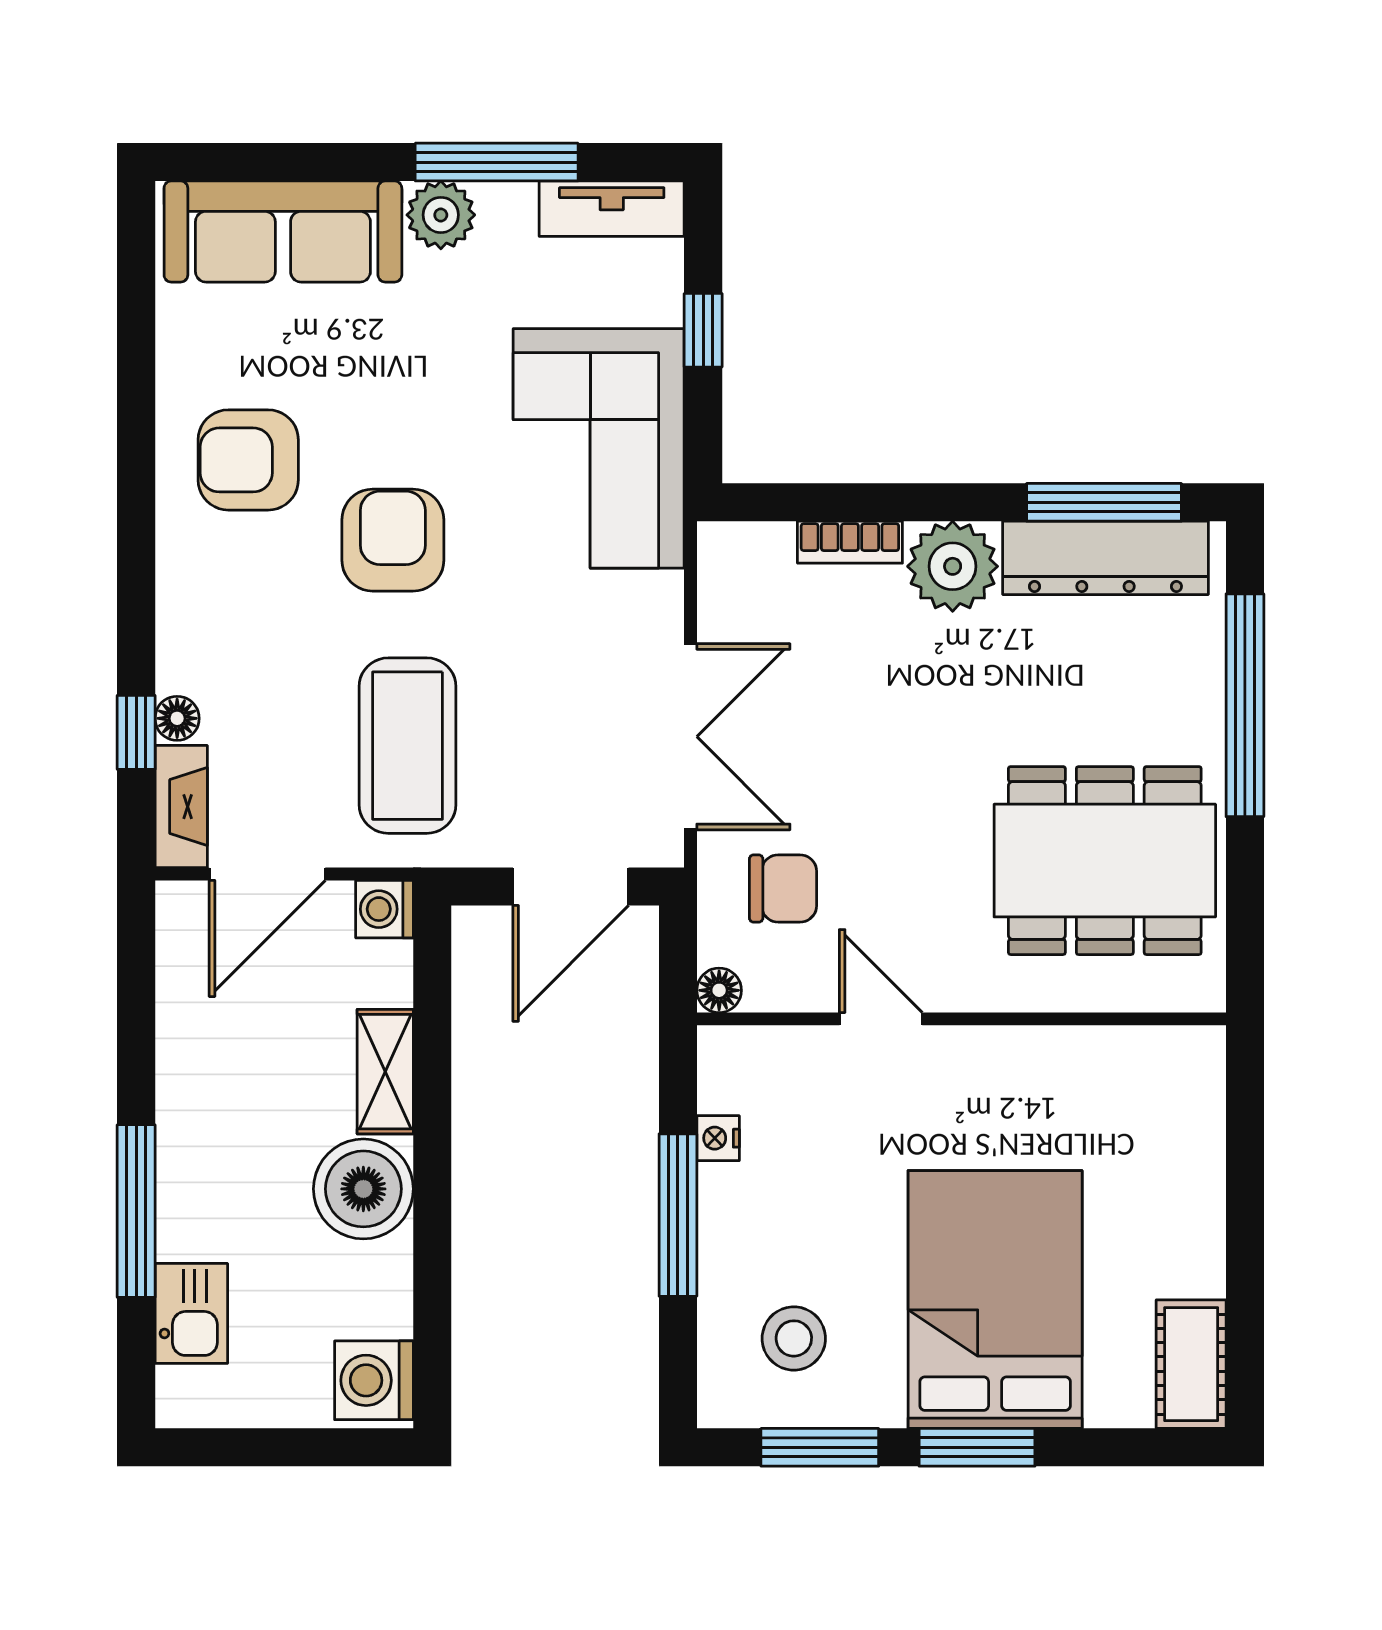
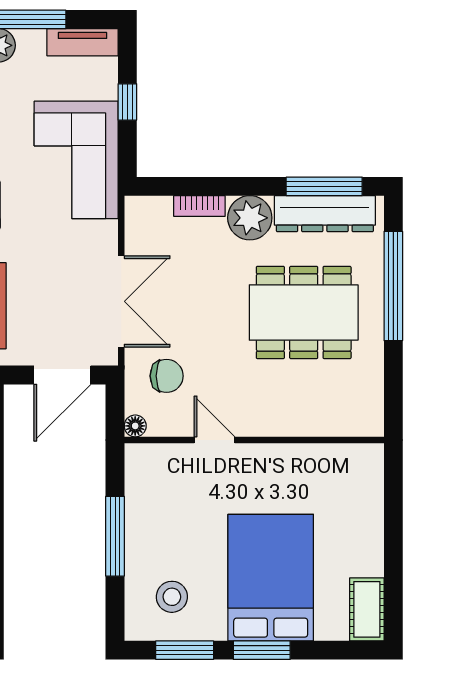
dining table: (1105, 861) -> (304, 312), moved
nightstand: (718, 1138) -> (135, 498), removed

